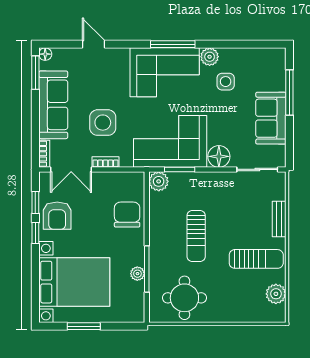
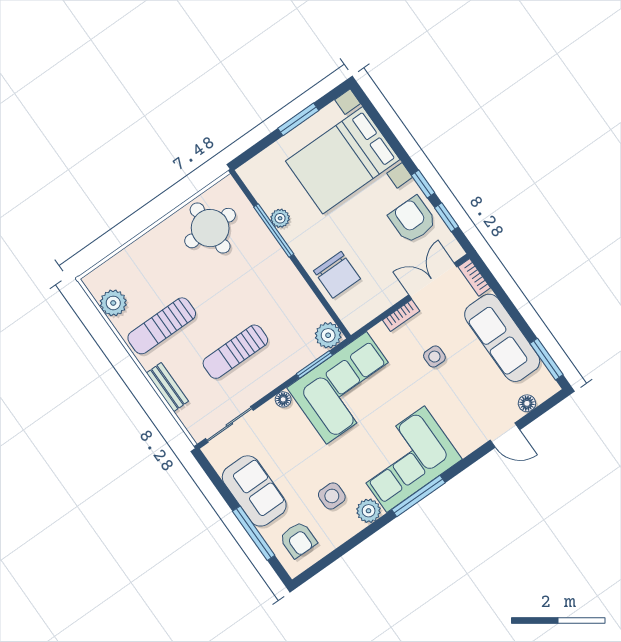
floor lamp: (45, 54) -> (527, 403), moved
armchair: (265, 69) -> (298, 540), added
side table: (103, 123) -> (434, 357), width x0.54, depth x0.54
floor lamp: (219, 156) -> (283, 399), width x0.53, depth x0.53
sun lounger: (196, 236) -> (235, 352), moved, turned -90

